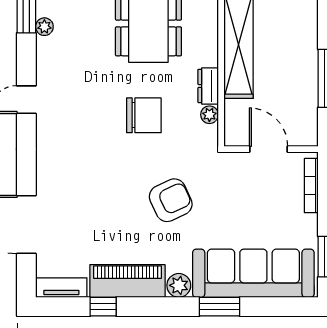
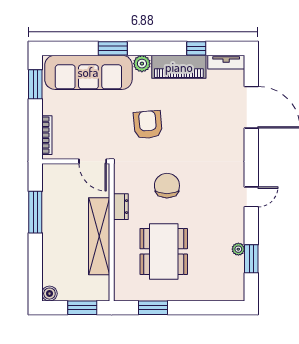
chair: (144, 115) -> (167, 186), turned 90
plant: (209, 115) -> (120, 186), removed
door: (269, 149) -> (93, 161), moved
armchair: (171, 200) -> (148, 125), turned 110

